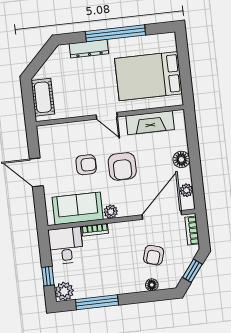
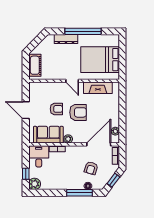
floor lamp: (181, 159) -> (114, 112), removed
armchair: (122, 166) -> (78, 112), turned -90
window: (97, 302) -> (79, 193), moved

